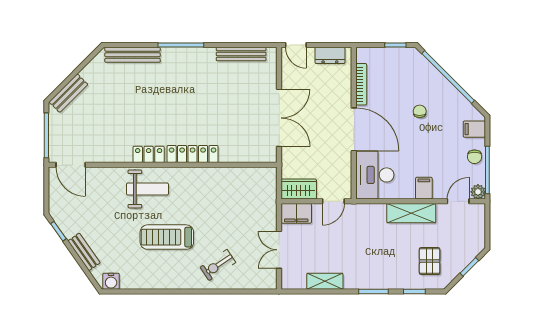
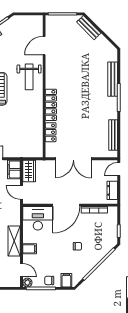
bench: (133, 55) -> (113, 79), moved
locker: (149, 154) -> (51, 132), moved
door: (71, 165) -> (44, 46), moved

